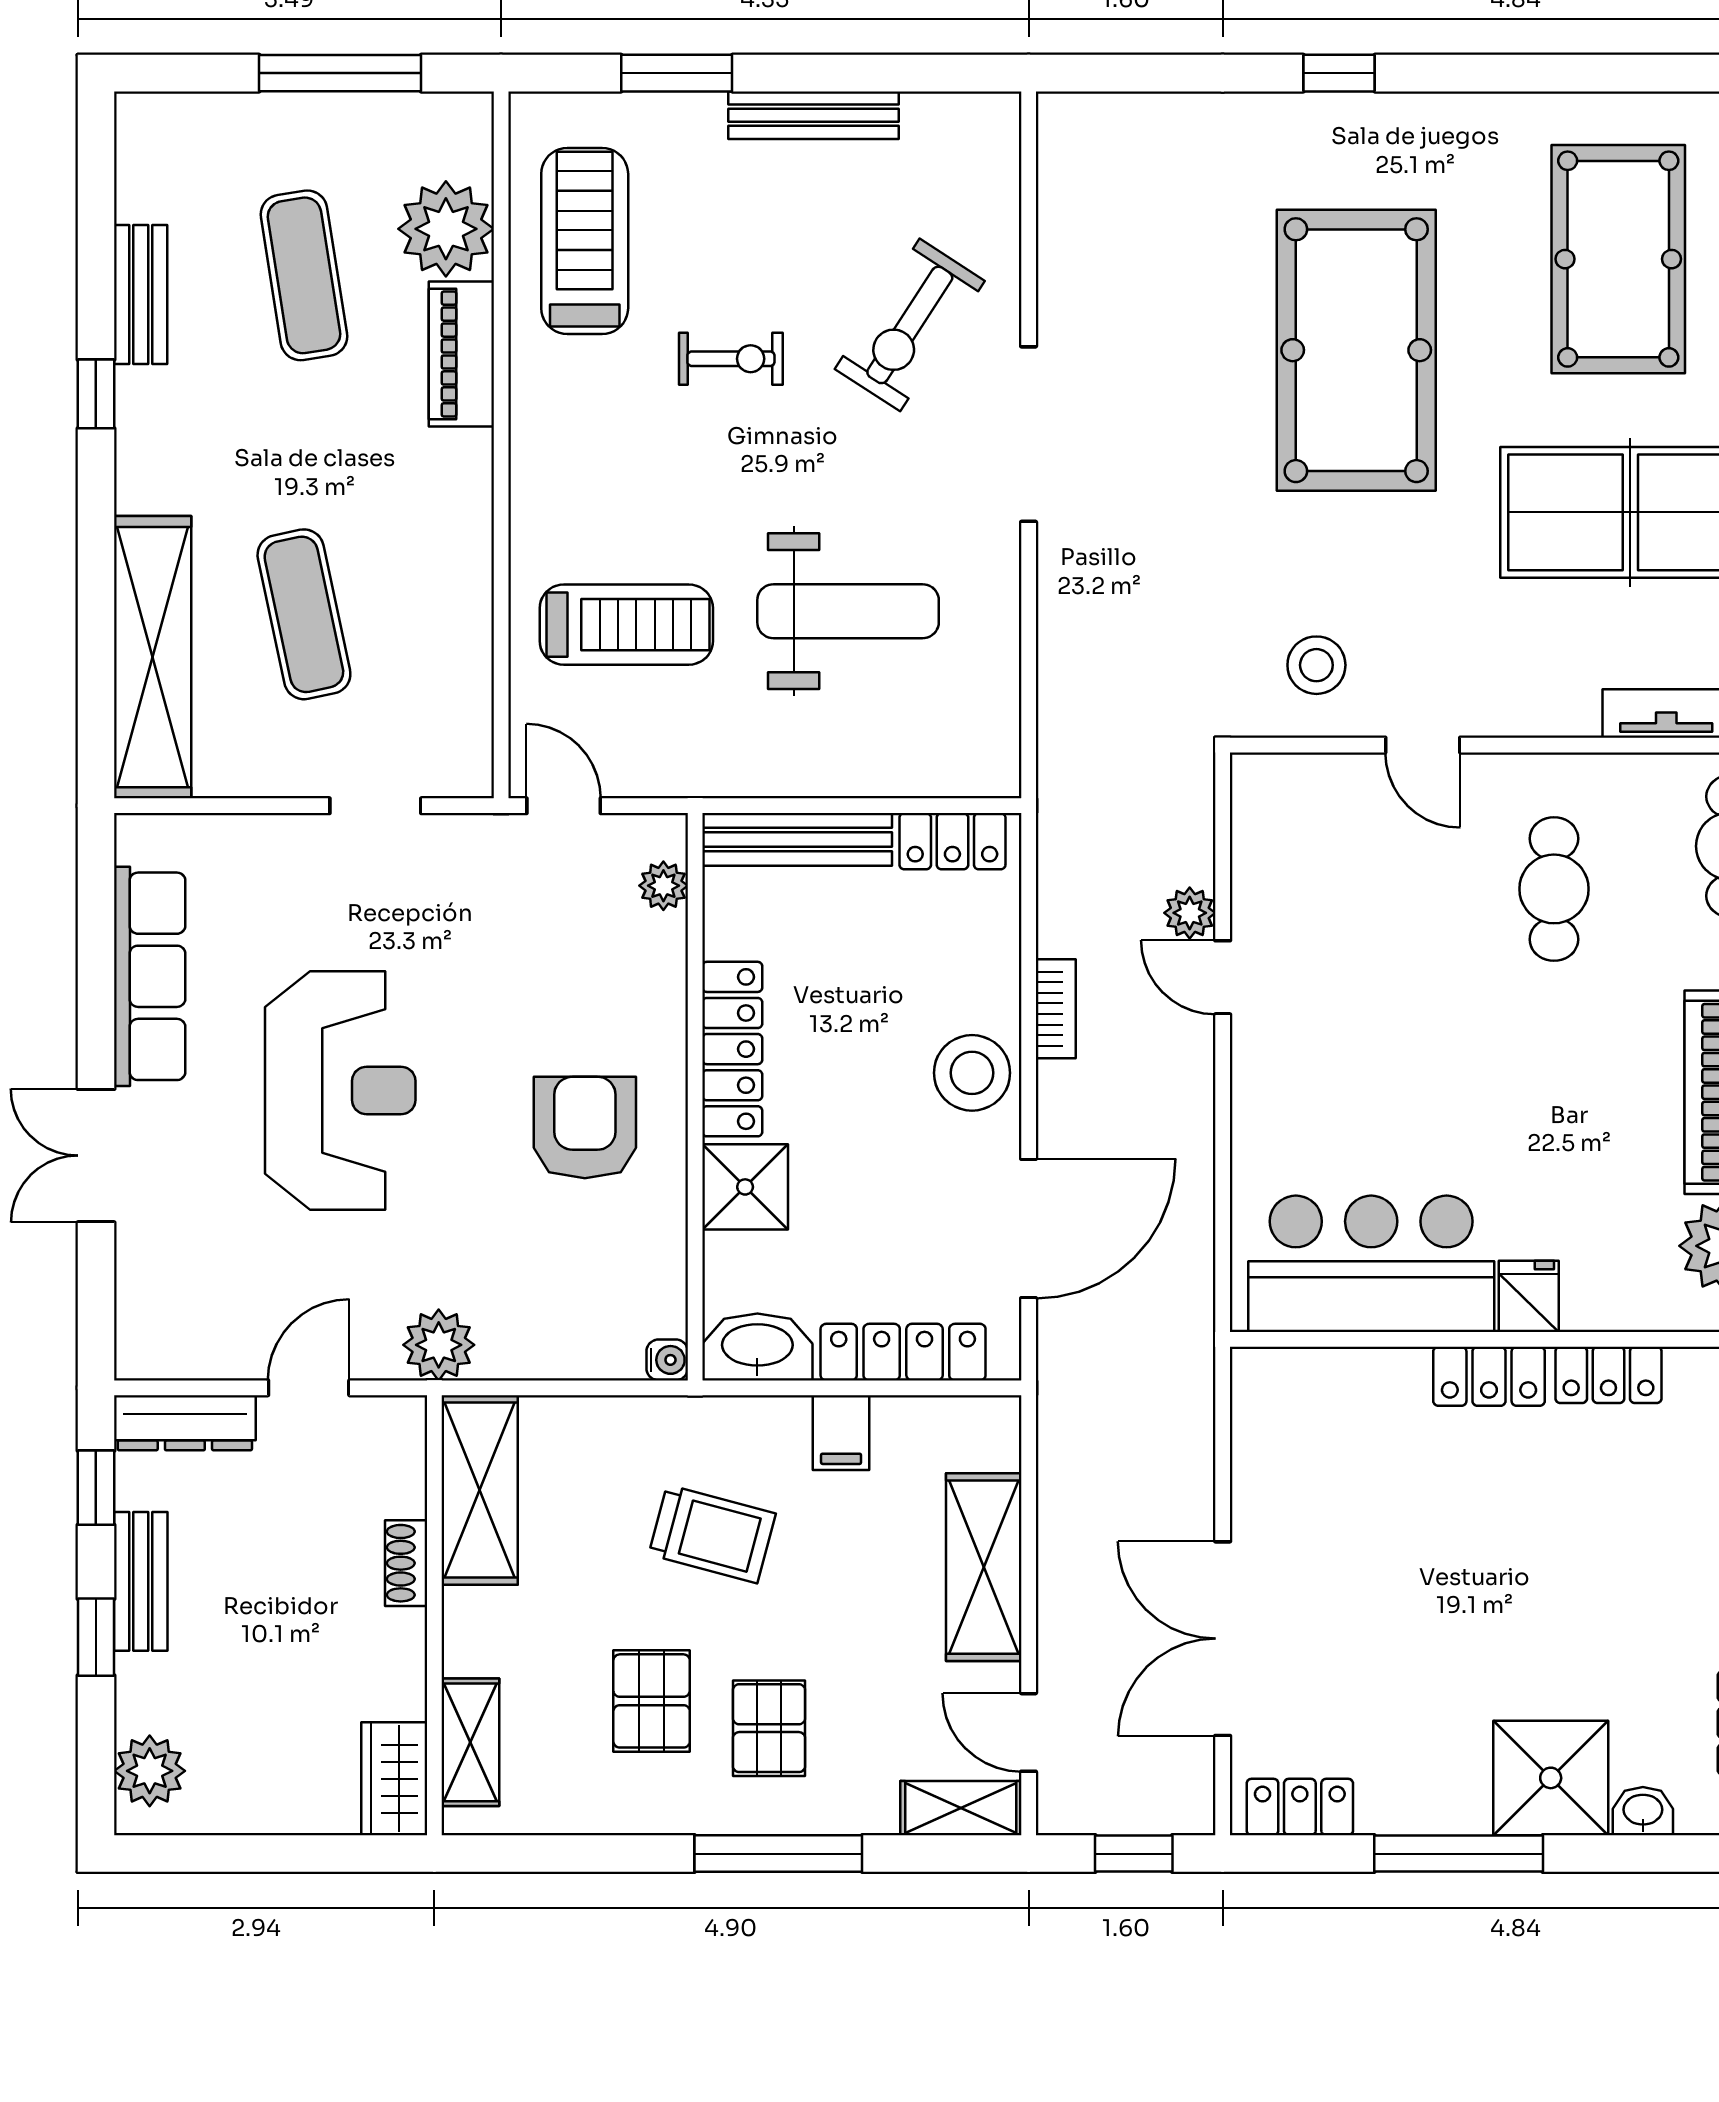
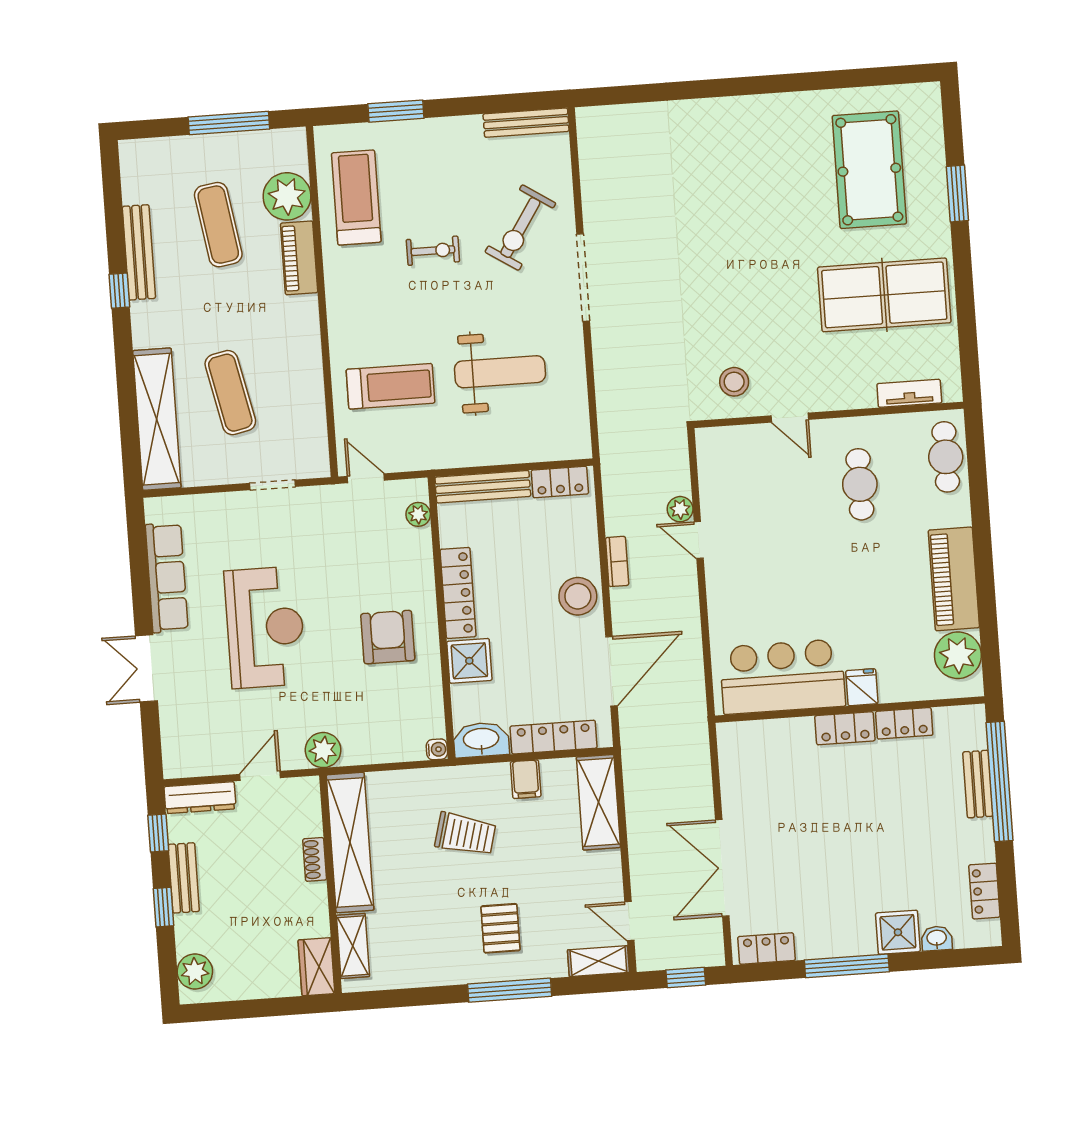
window: (1339, 73) -> (724, 87), removed
bench: (814, 115) -> (526, 123), moved
bench: (141, 295) -> (139, 252), width x1.36
pool table: (1356, 350) -> (743, 224), removed
shelving: (480, 1490) -> (350, 843), width x1.47
shelving: (984, 1567) -> (598, 802), moved
pallet: (652, 1701) -> (441, 919), removed
shower: (1551, 1778) -> (898, 932), width x0.73, depth x0.73

